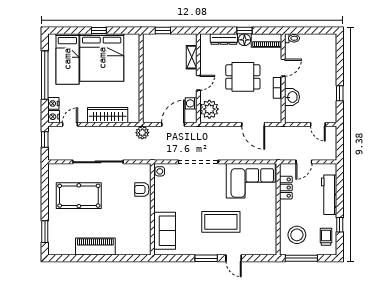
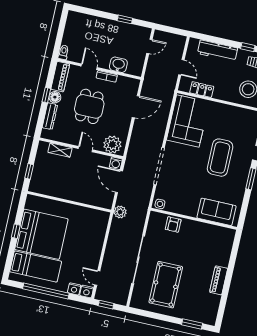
washing machine: (191, 103) -> (116, 163), moved
wardrobe: (108, 115) -> (97, 241), removed
piano: (95, 246) -> (219, 280), width x0.73, depth x0.75

